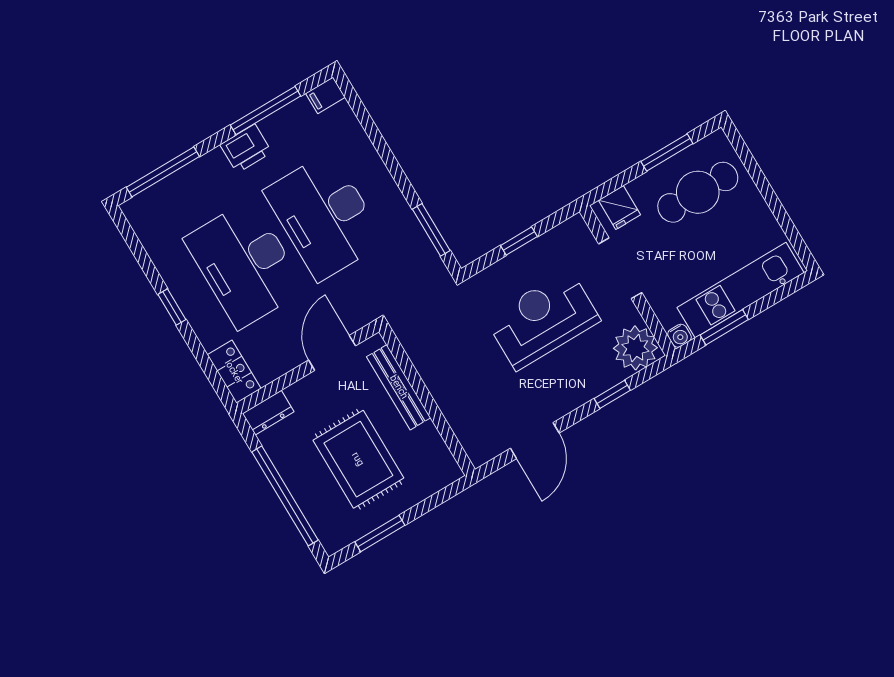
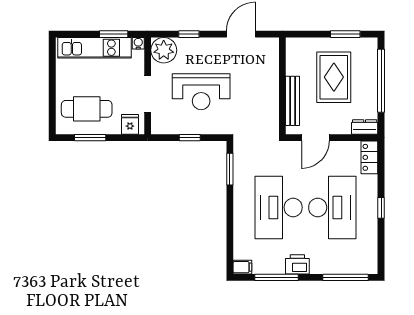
desk: (325, 216) -> (279, 207), turned 180

